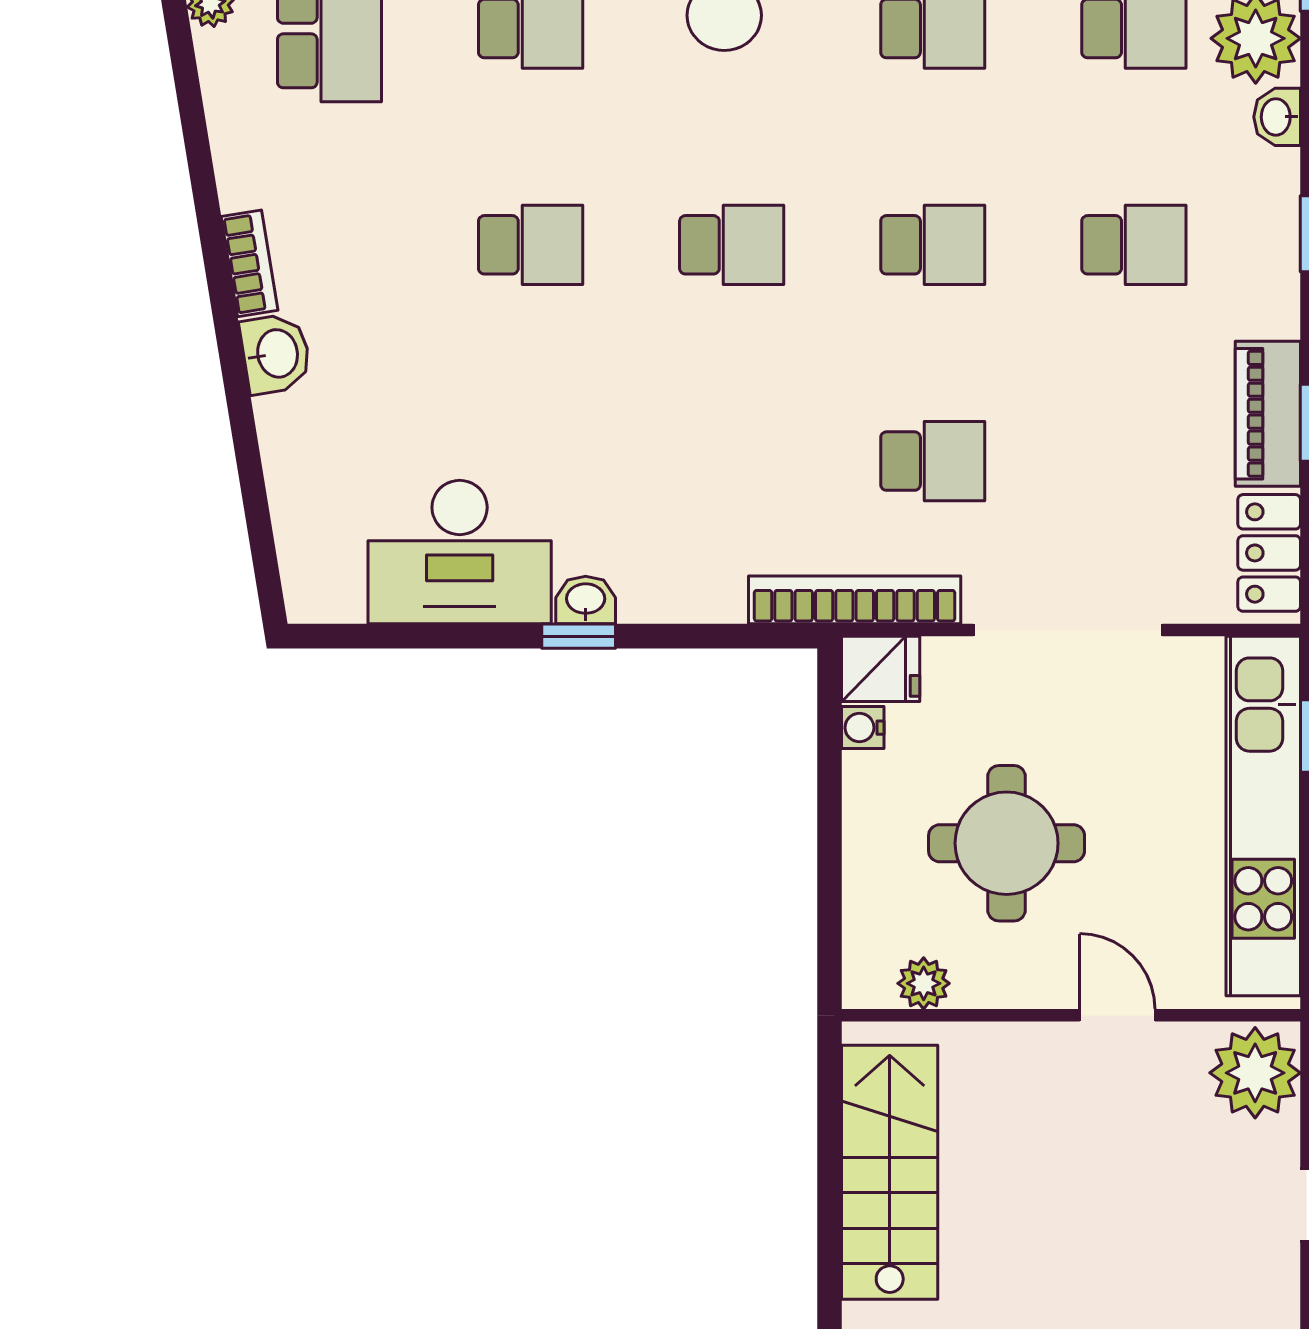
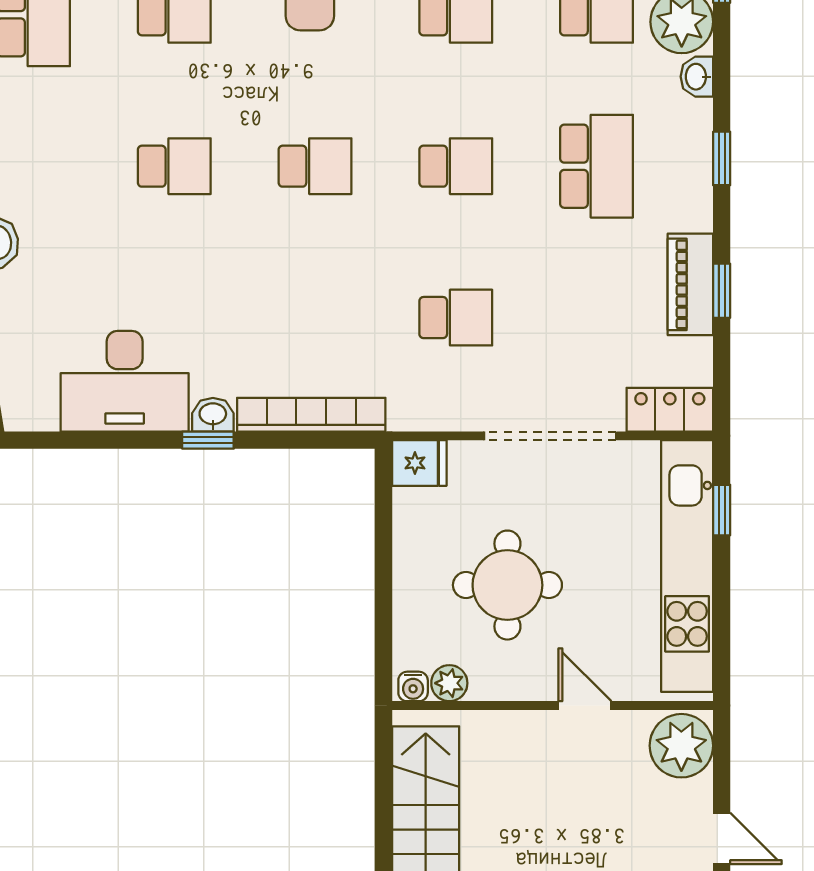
school desk: (1134, 245) -> (597, 166), width x1.85
locker: (1269, 553) -> (670, 410), moved, turned 90
bookcase: (855, 600) -> (311, 415), moved
water cooler: (863, 728) -> (413, 686), moved, turned -90

